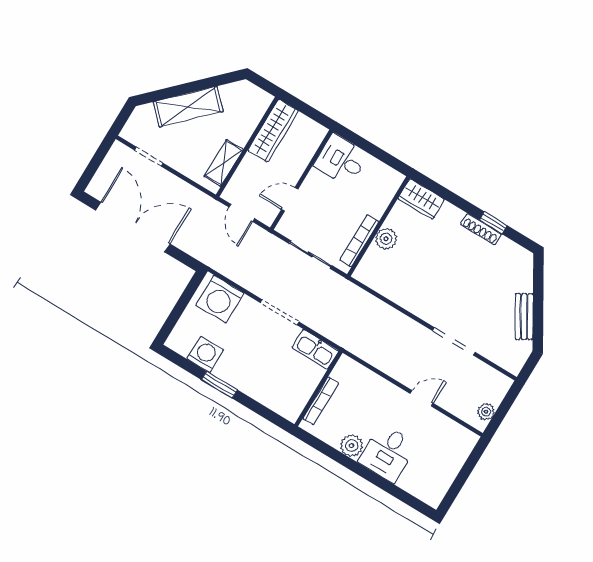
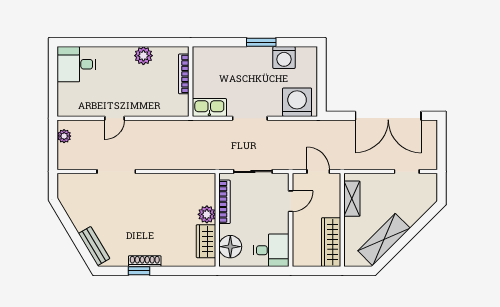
shelving: (188, 107) -> (384, 239), moved
floor lamp: (382, 190) -> (230, 247), added
wardrobe: (421, 199) -> (206, 241), moved, turned -90
bench: (524, 317) -> (94, 246), moved
desk: (388, 453) -> (76, 64), moved, turned -90

